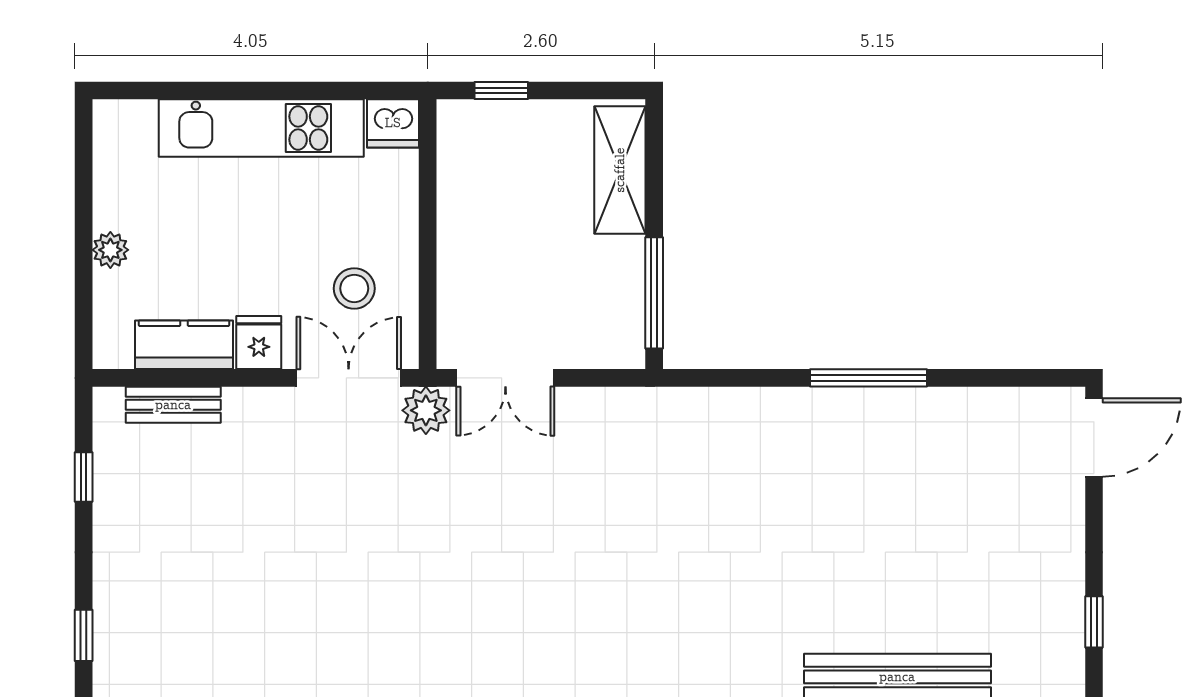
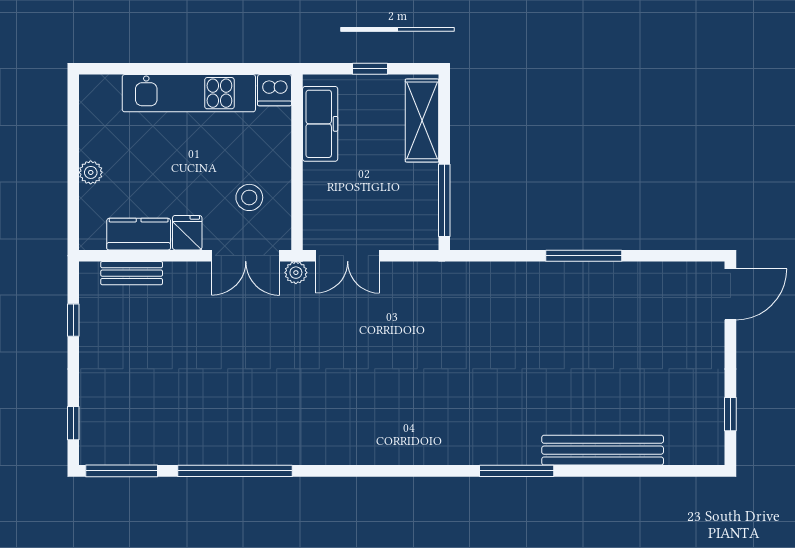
window: (501, 90) -> (370, 69), moved
freezer: (463, 175) -> (320, 124), added
double door: (349, 378) -> (246, 256), swing flipped
plant: (426, 410) -> (296, 273), width x0.73, depth x0.73

